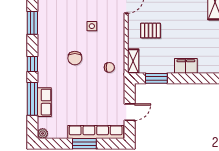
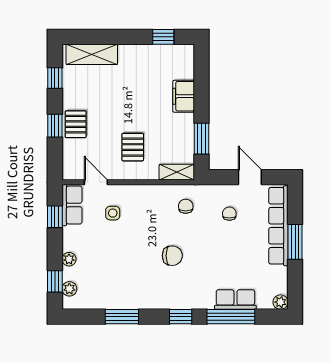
side table: (92, 26) -> (113, 213), moved
chair: (104, 98) -> (229, 214), added

